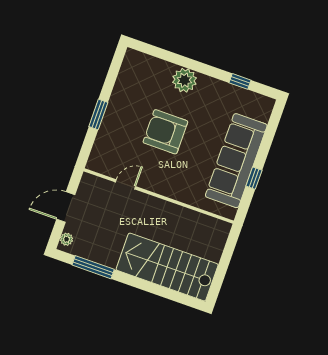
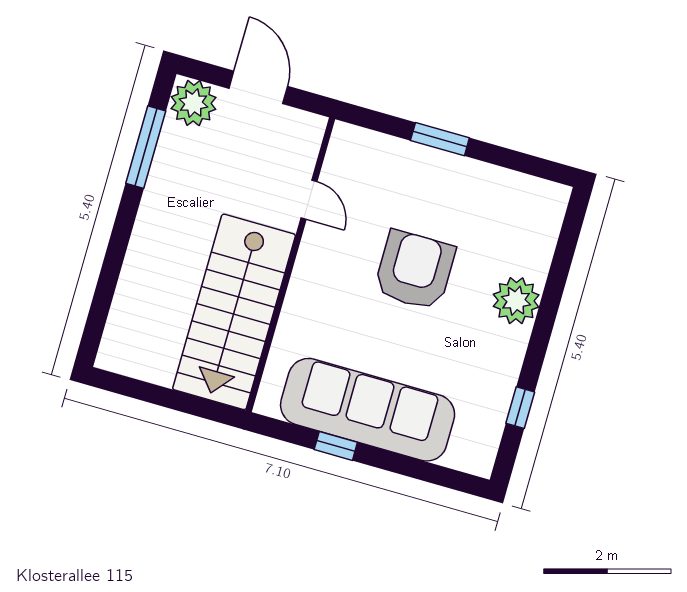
plant: (66, 239) -> (193, 103), width x1.88, depth x1.88
stairs: (167, 267) -> (234, 312), moved, turned 180

